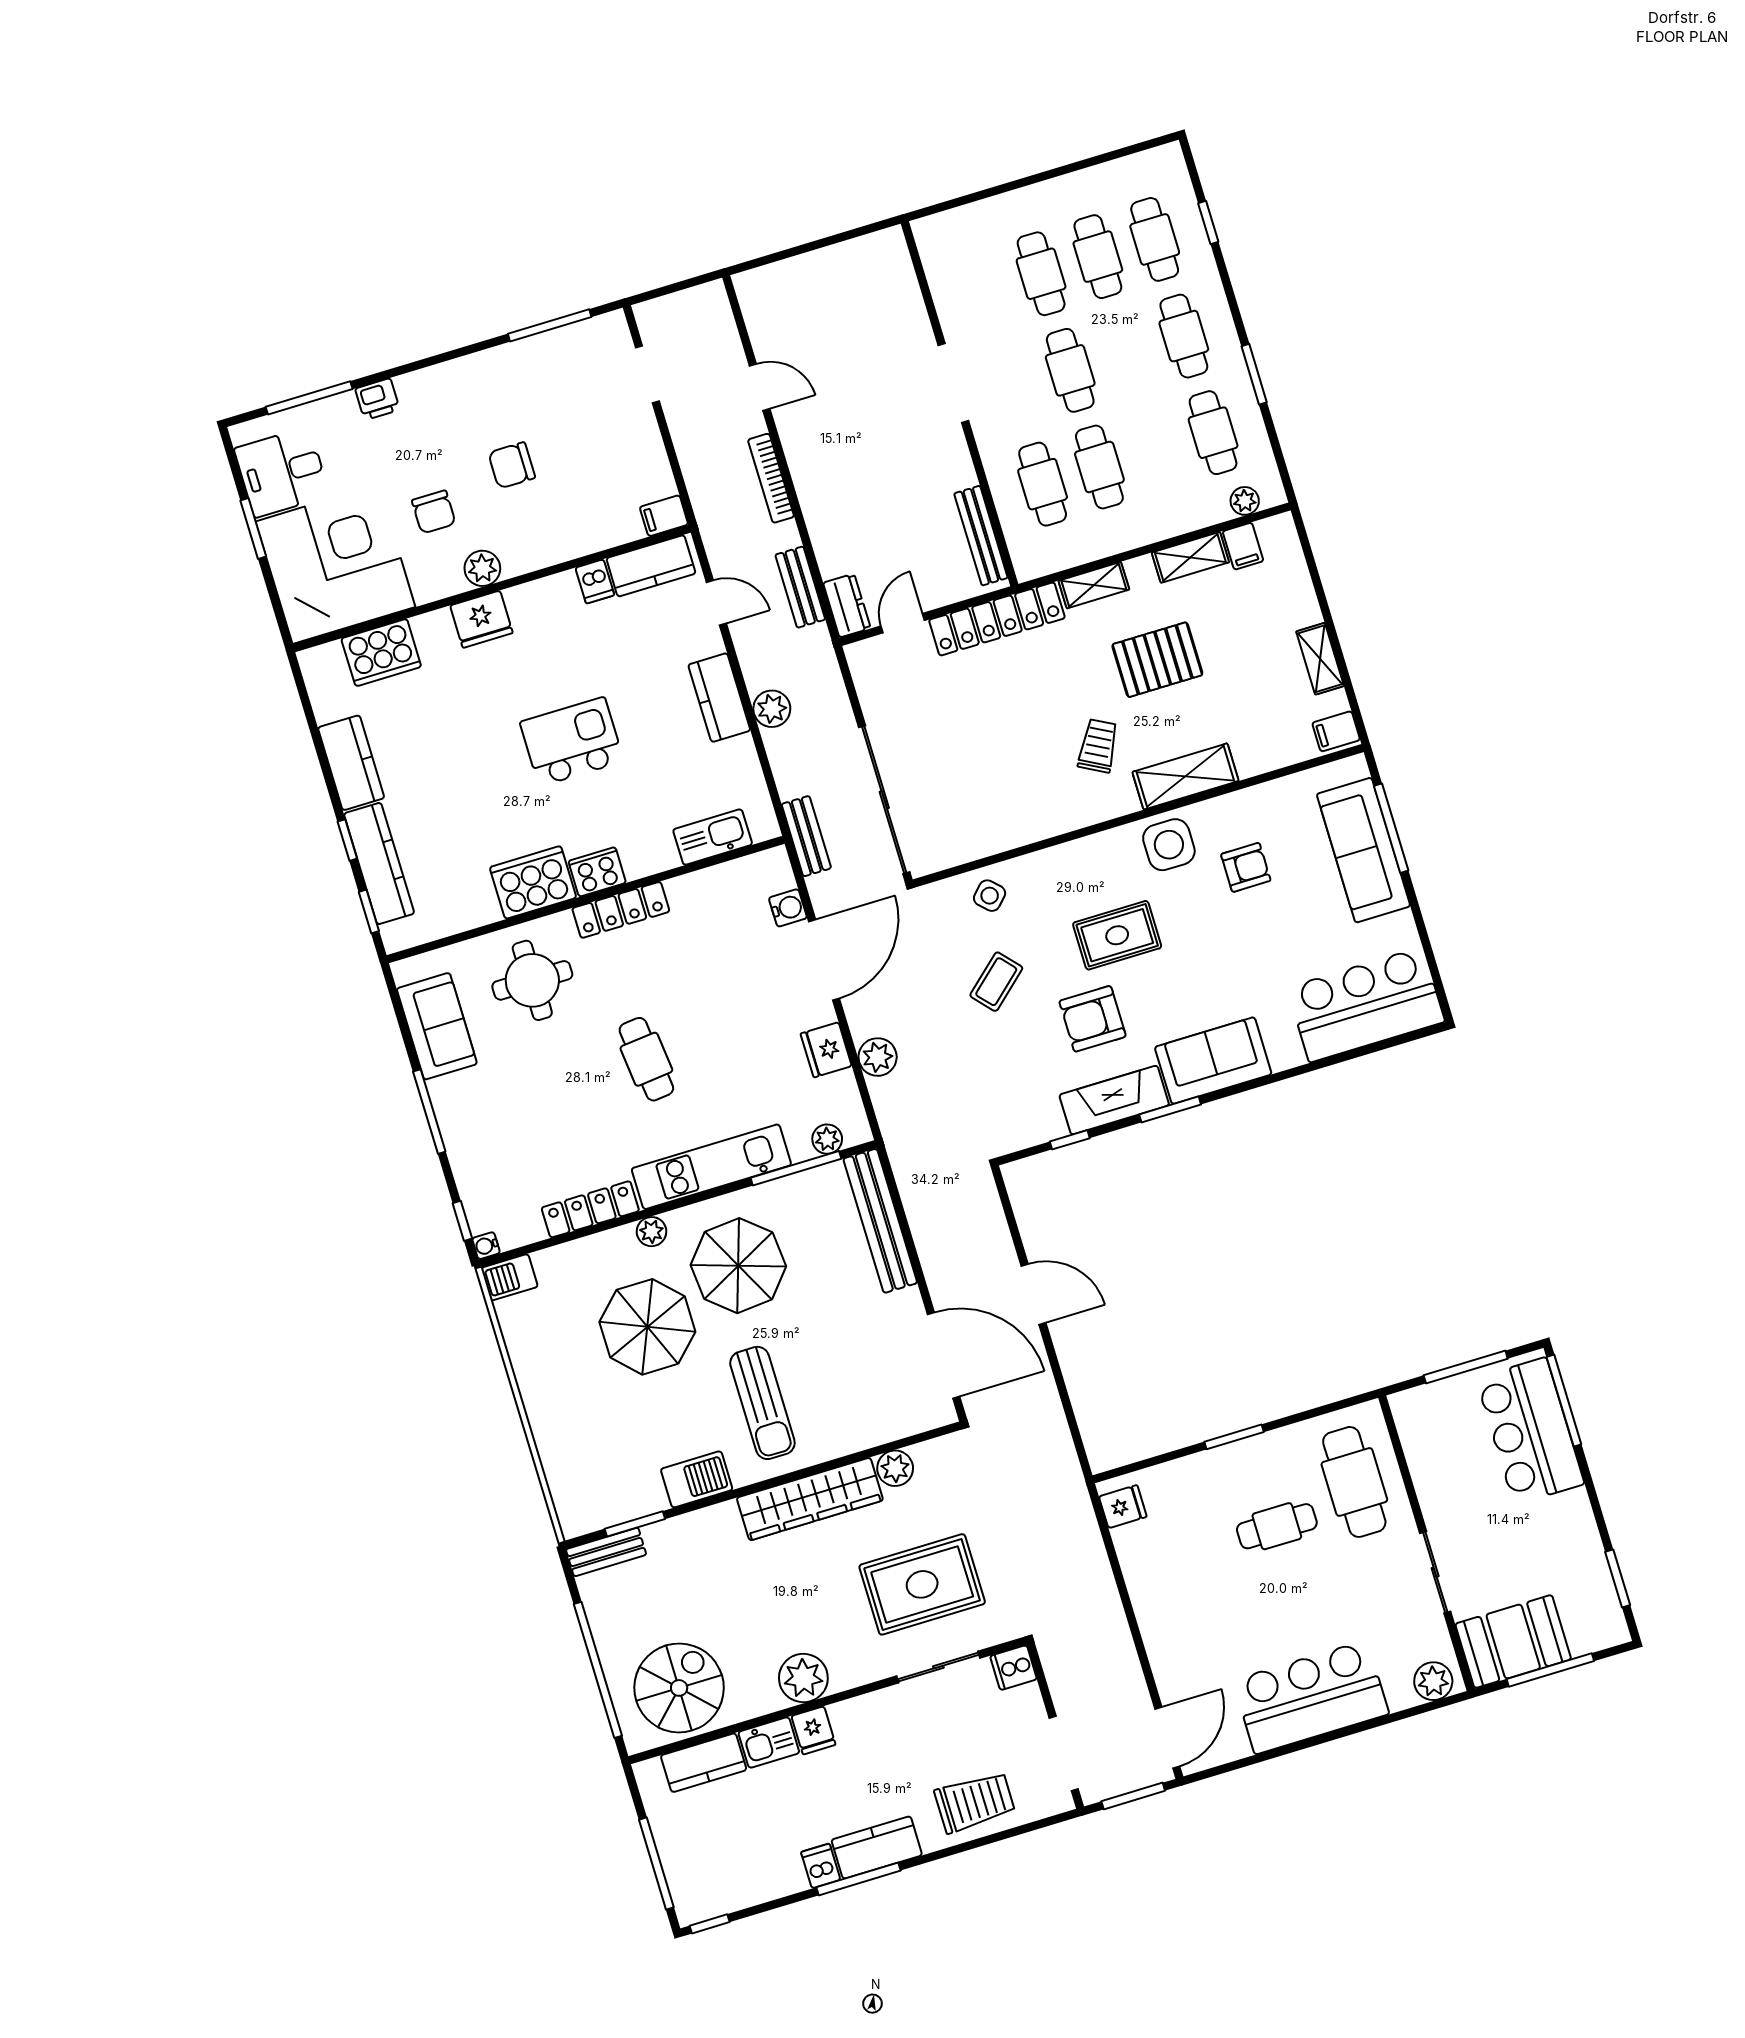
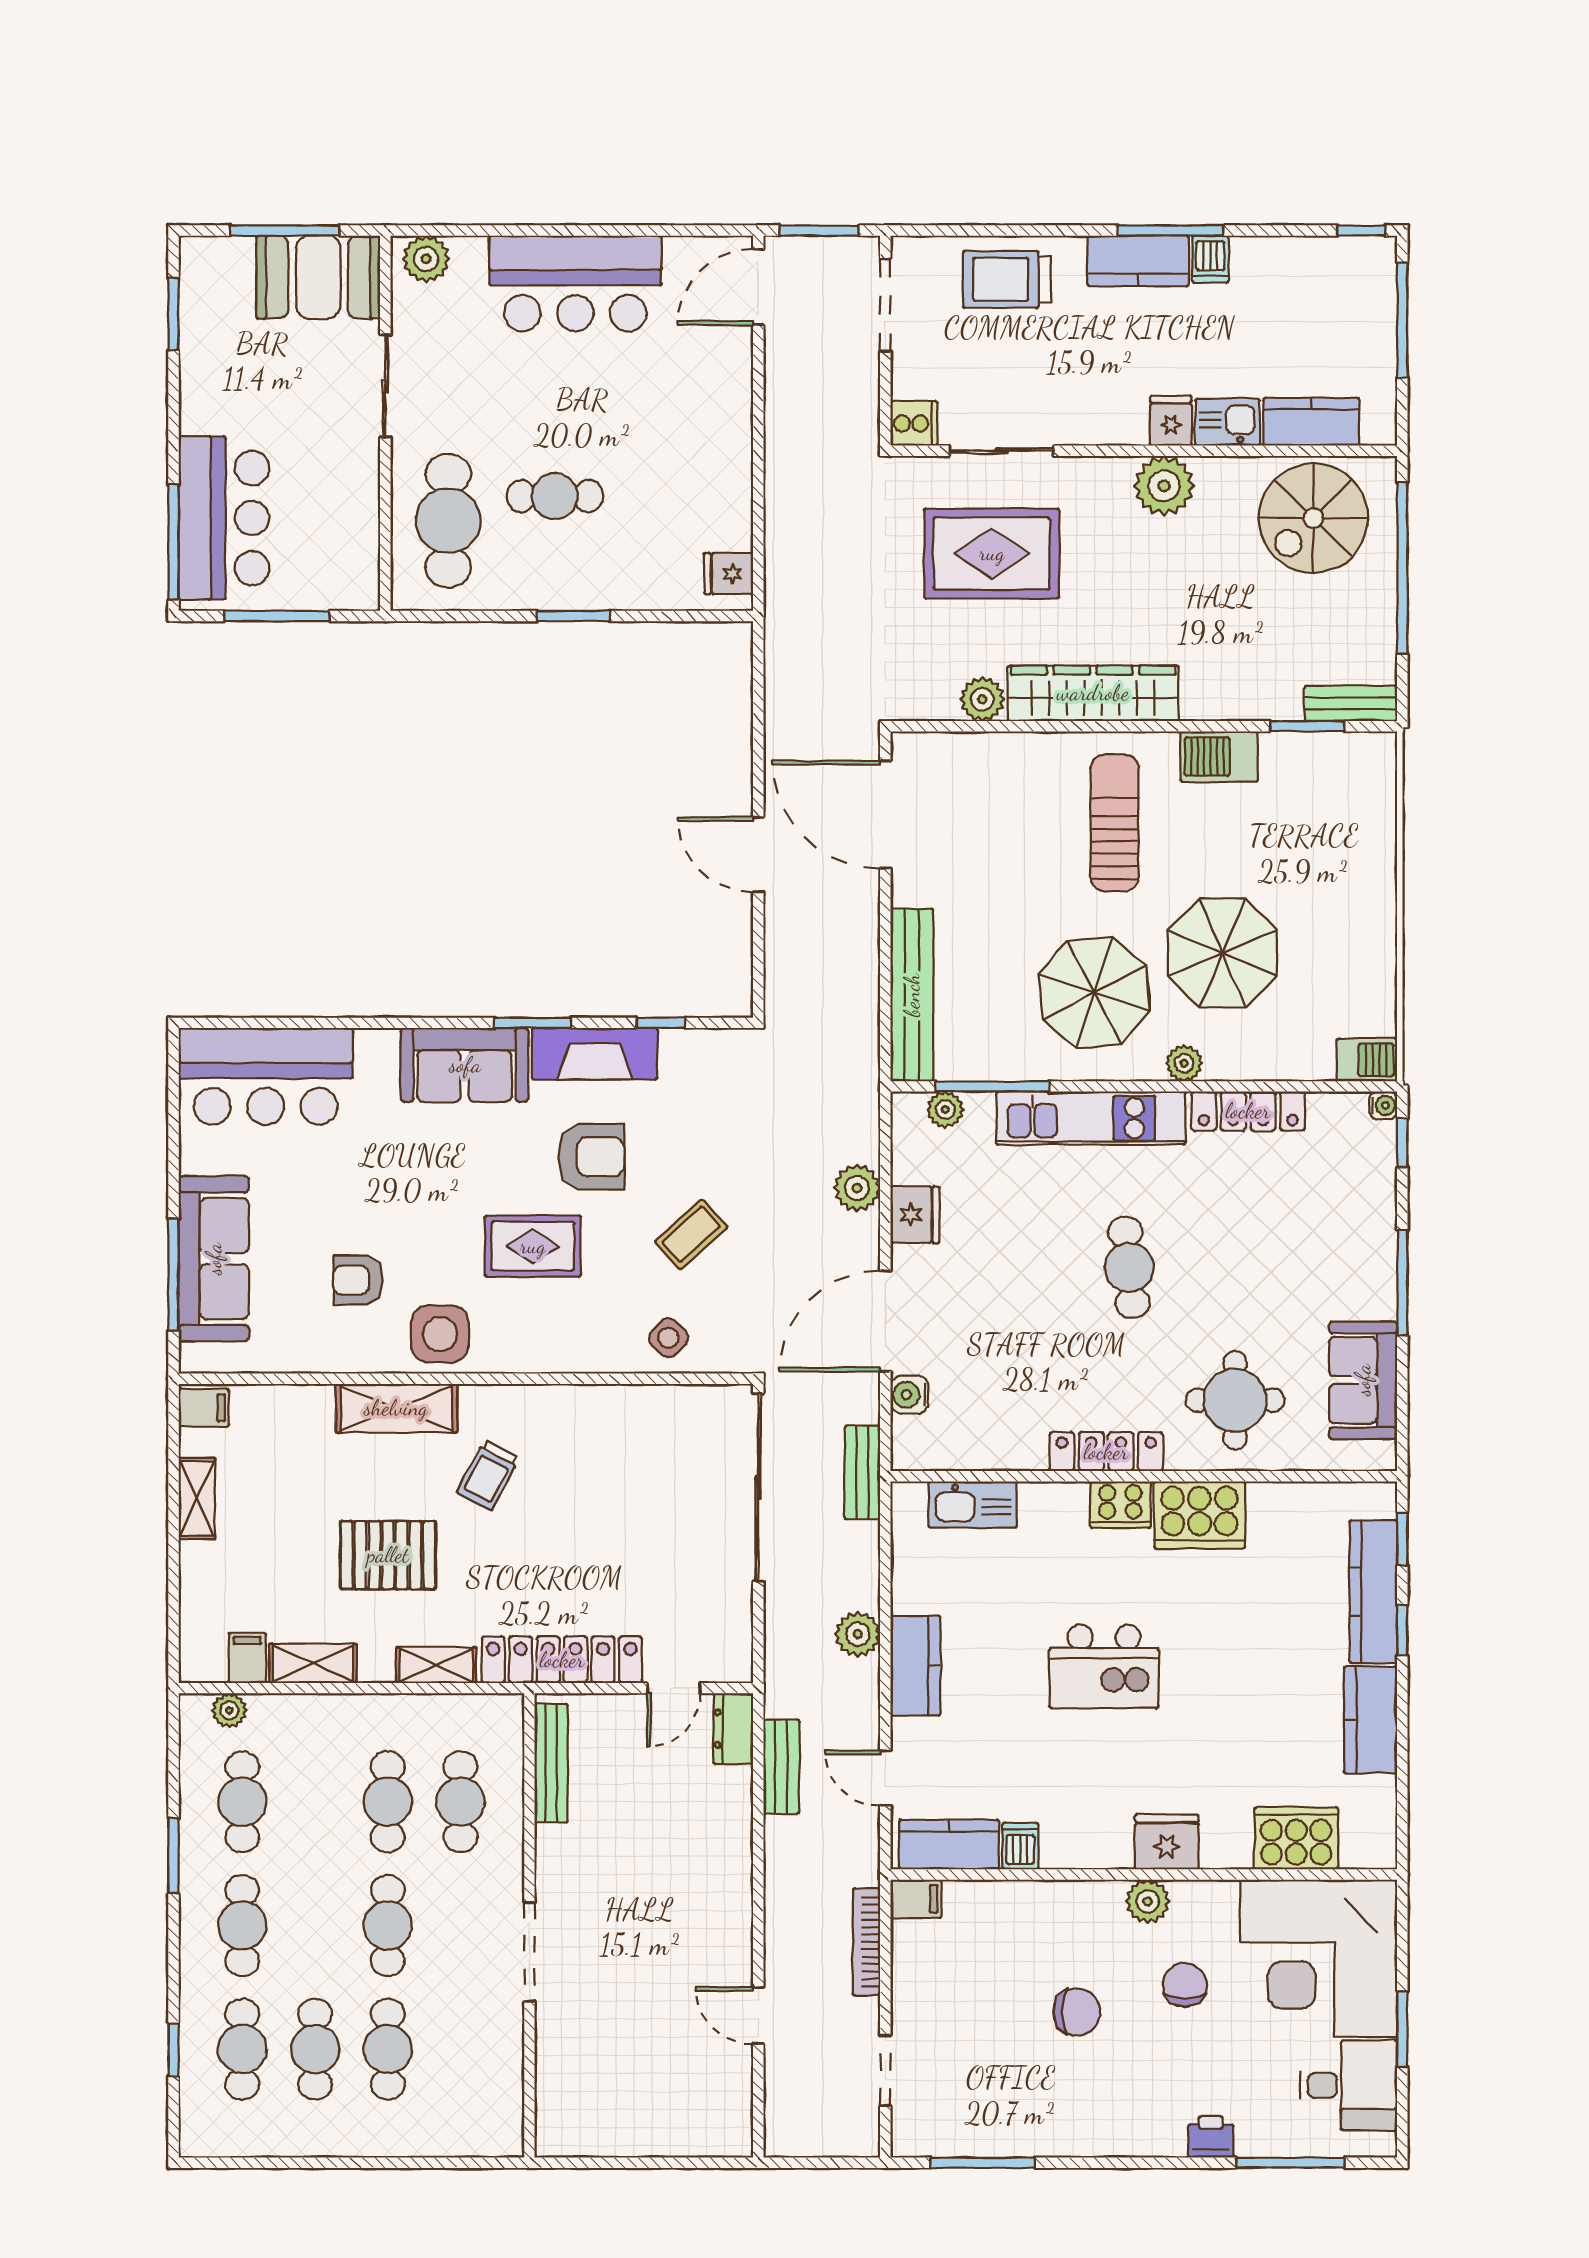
bookcase: (771, 478) -> (866, 1942), moved, turned 180

